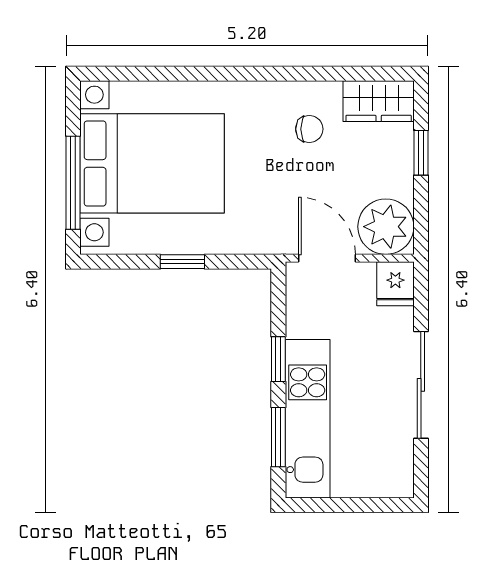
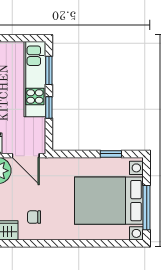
window: (73, 183) -> (147, 208), moved
window: (182, 262) -> (111, 154), moved

